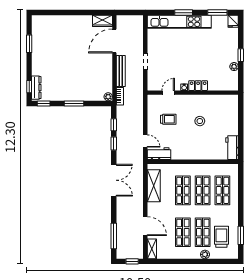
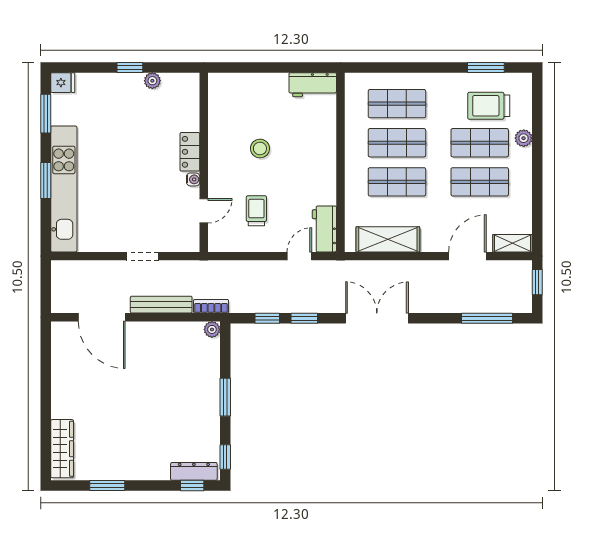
wardrobe: (102, 21) -> (62, 449), moved, width x1.50
door: (168, 93) -> (204, 211), swing flipped

